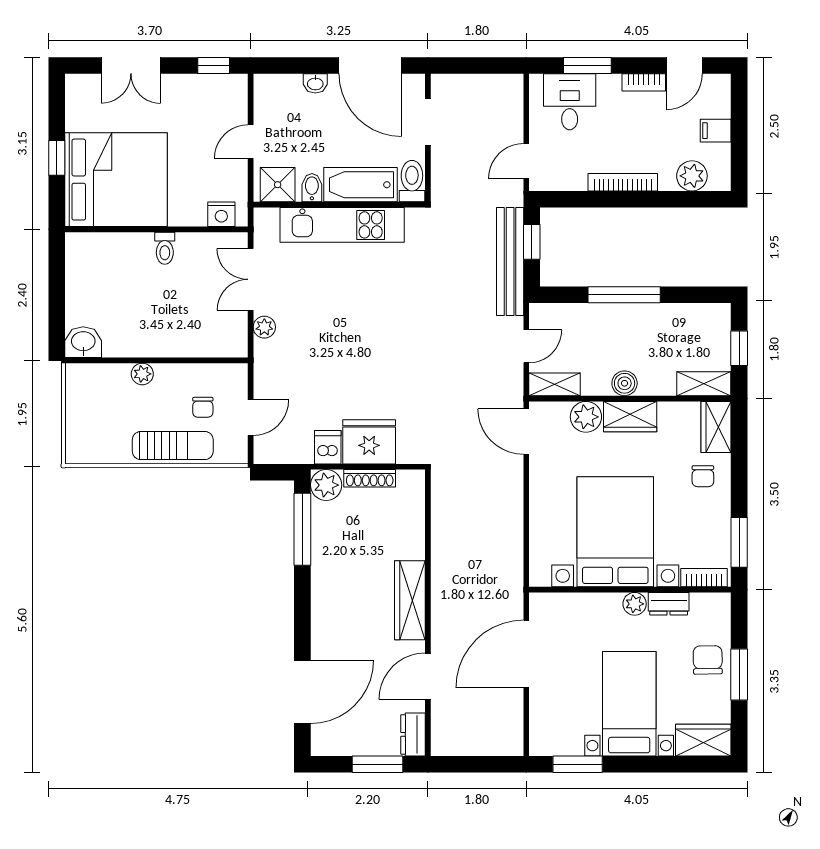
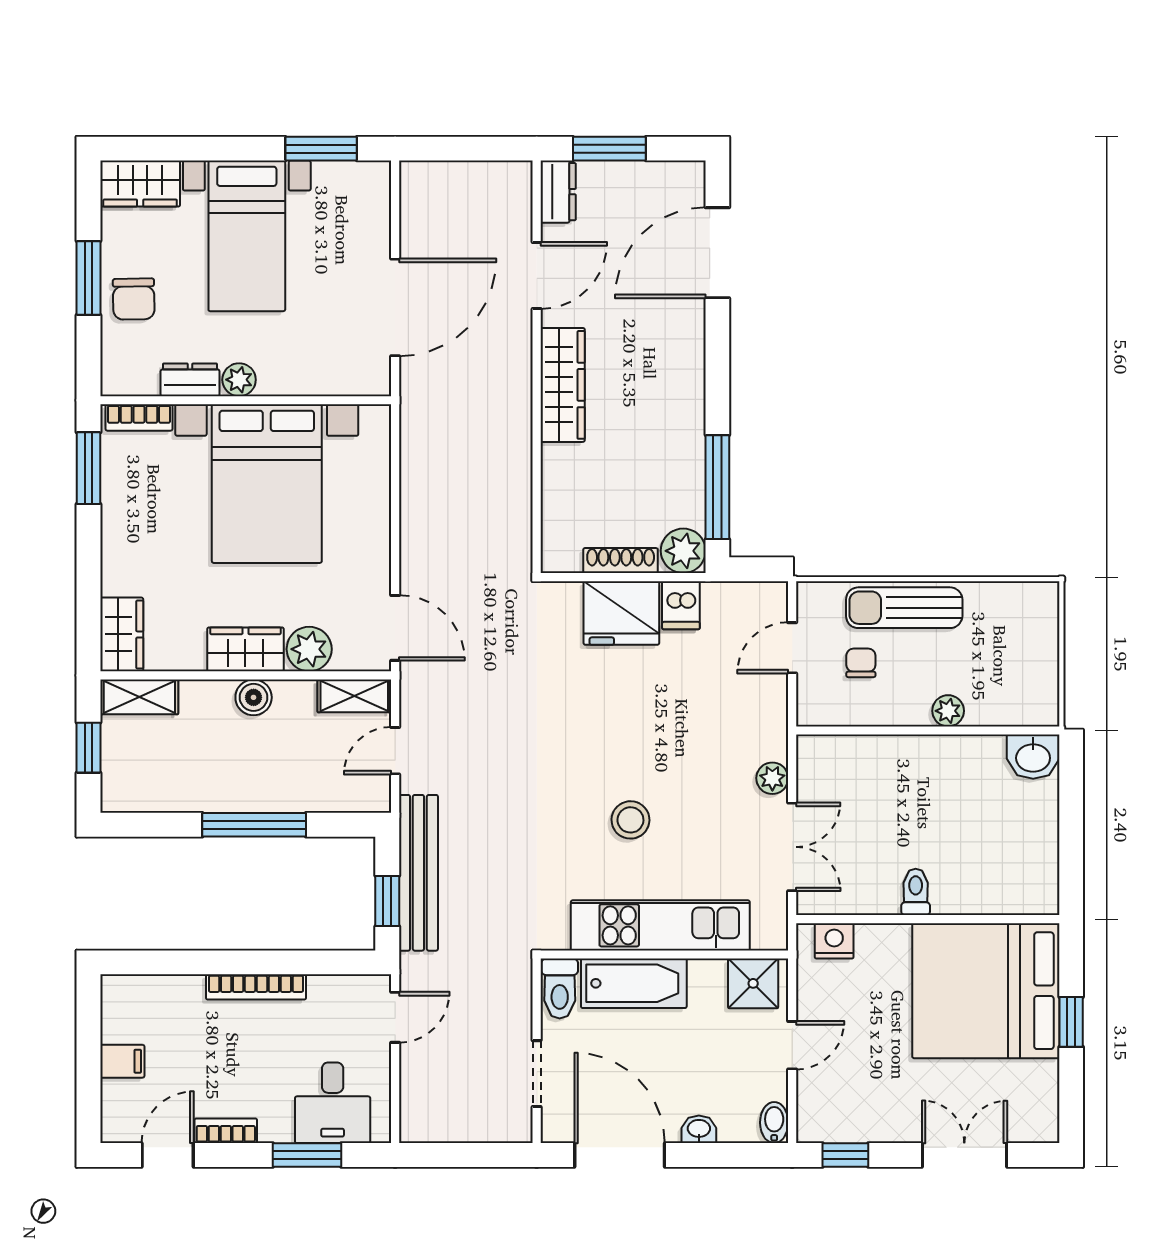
plant: (692, 176) -> (156, 996), removed
bidet: (312, 188) -> (774, 1123), moved, turned 180
stool: (363, 298) -> (630, 820), added
chair: (703, 476) -> (141, 564), removed

